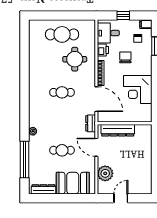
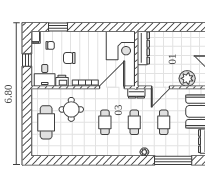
corner desk: (138, 90) -> (121, 46), moved
cafe table: (62, 121) -> (134, 122), added
dresser: (118, 130) -> (143, 48), moved

